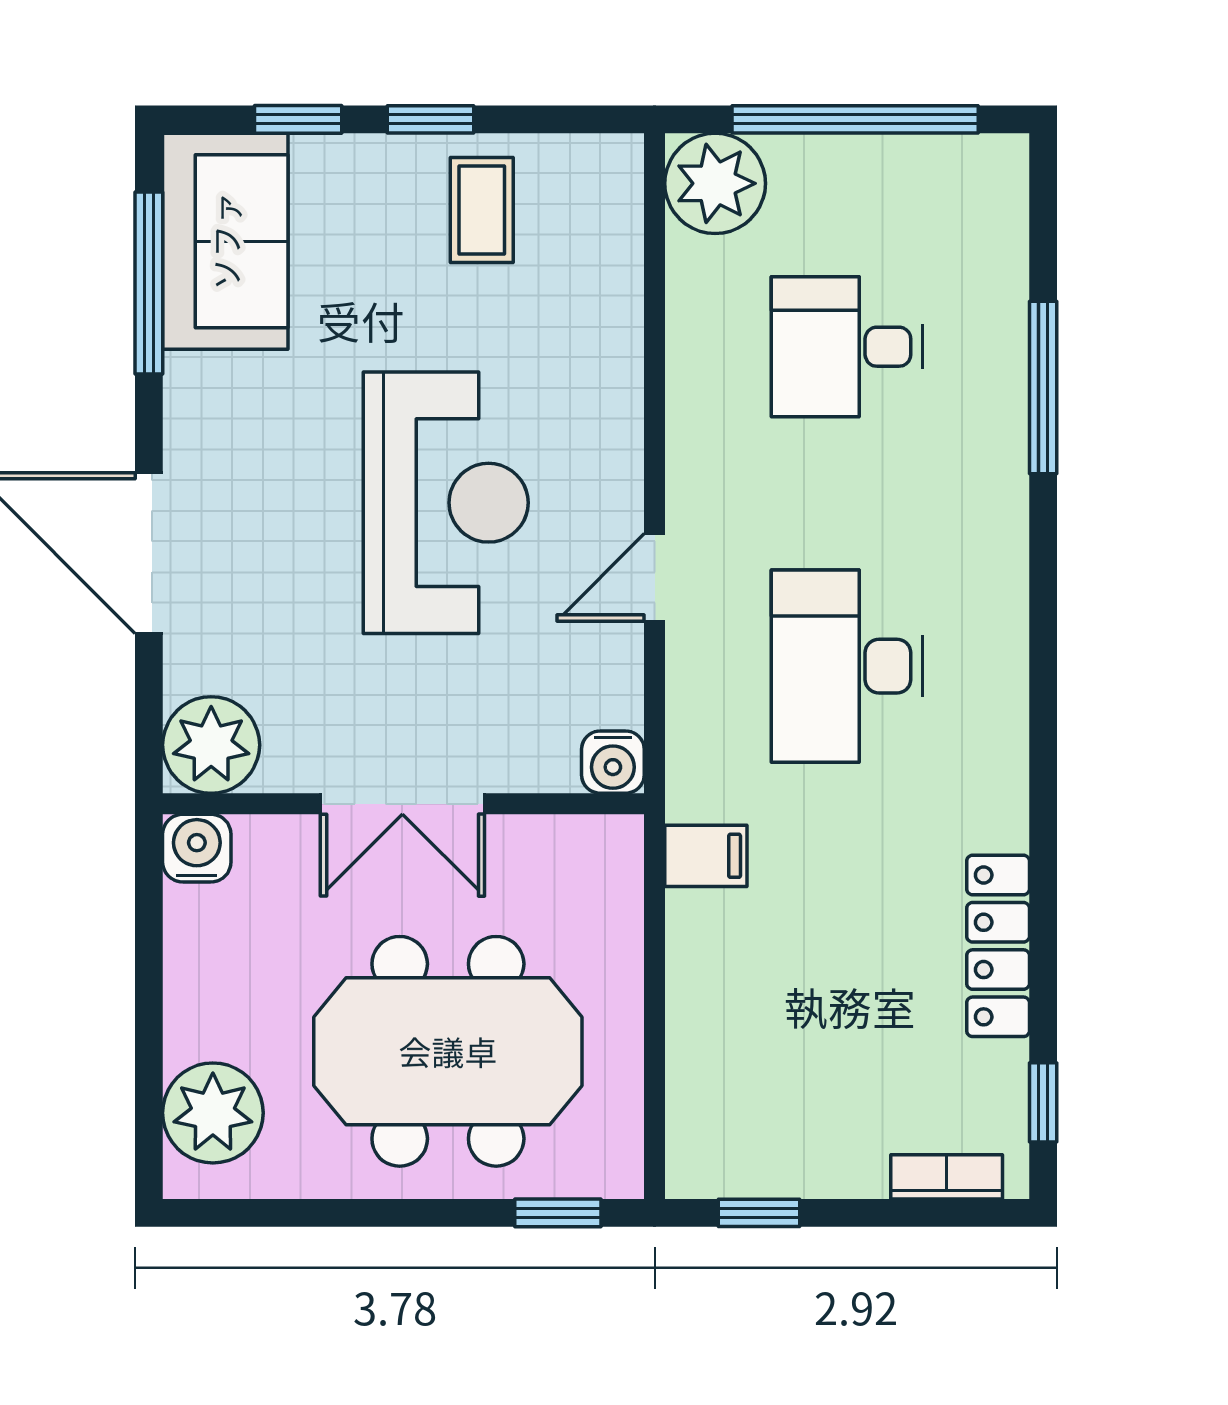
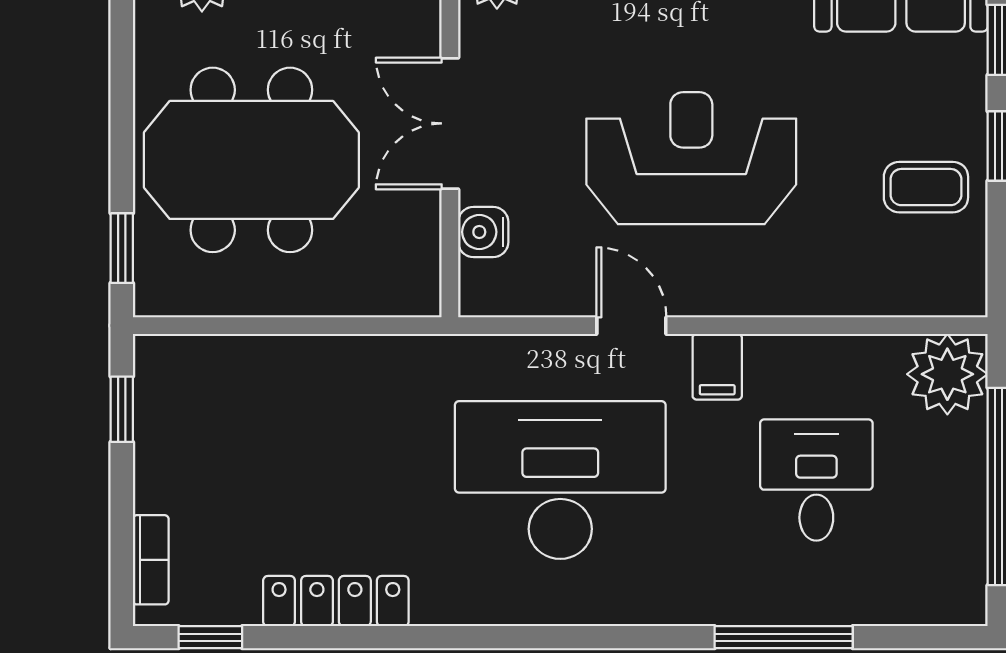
reception desk: (446, 503) -> (691, 158), turned 180
desk: (847, 666) -> (560, 480), width x1.36, depth x1.30
water cooler: (613, 762) -> (483, 232), moved
filing cabinet: (706, 856) -> (717, 367), moved
meeting table: (448, 1051) -> (251, 160), turned 90

